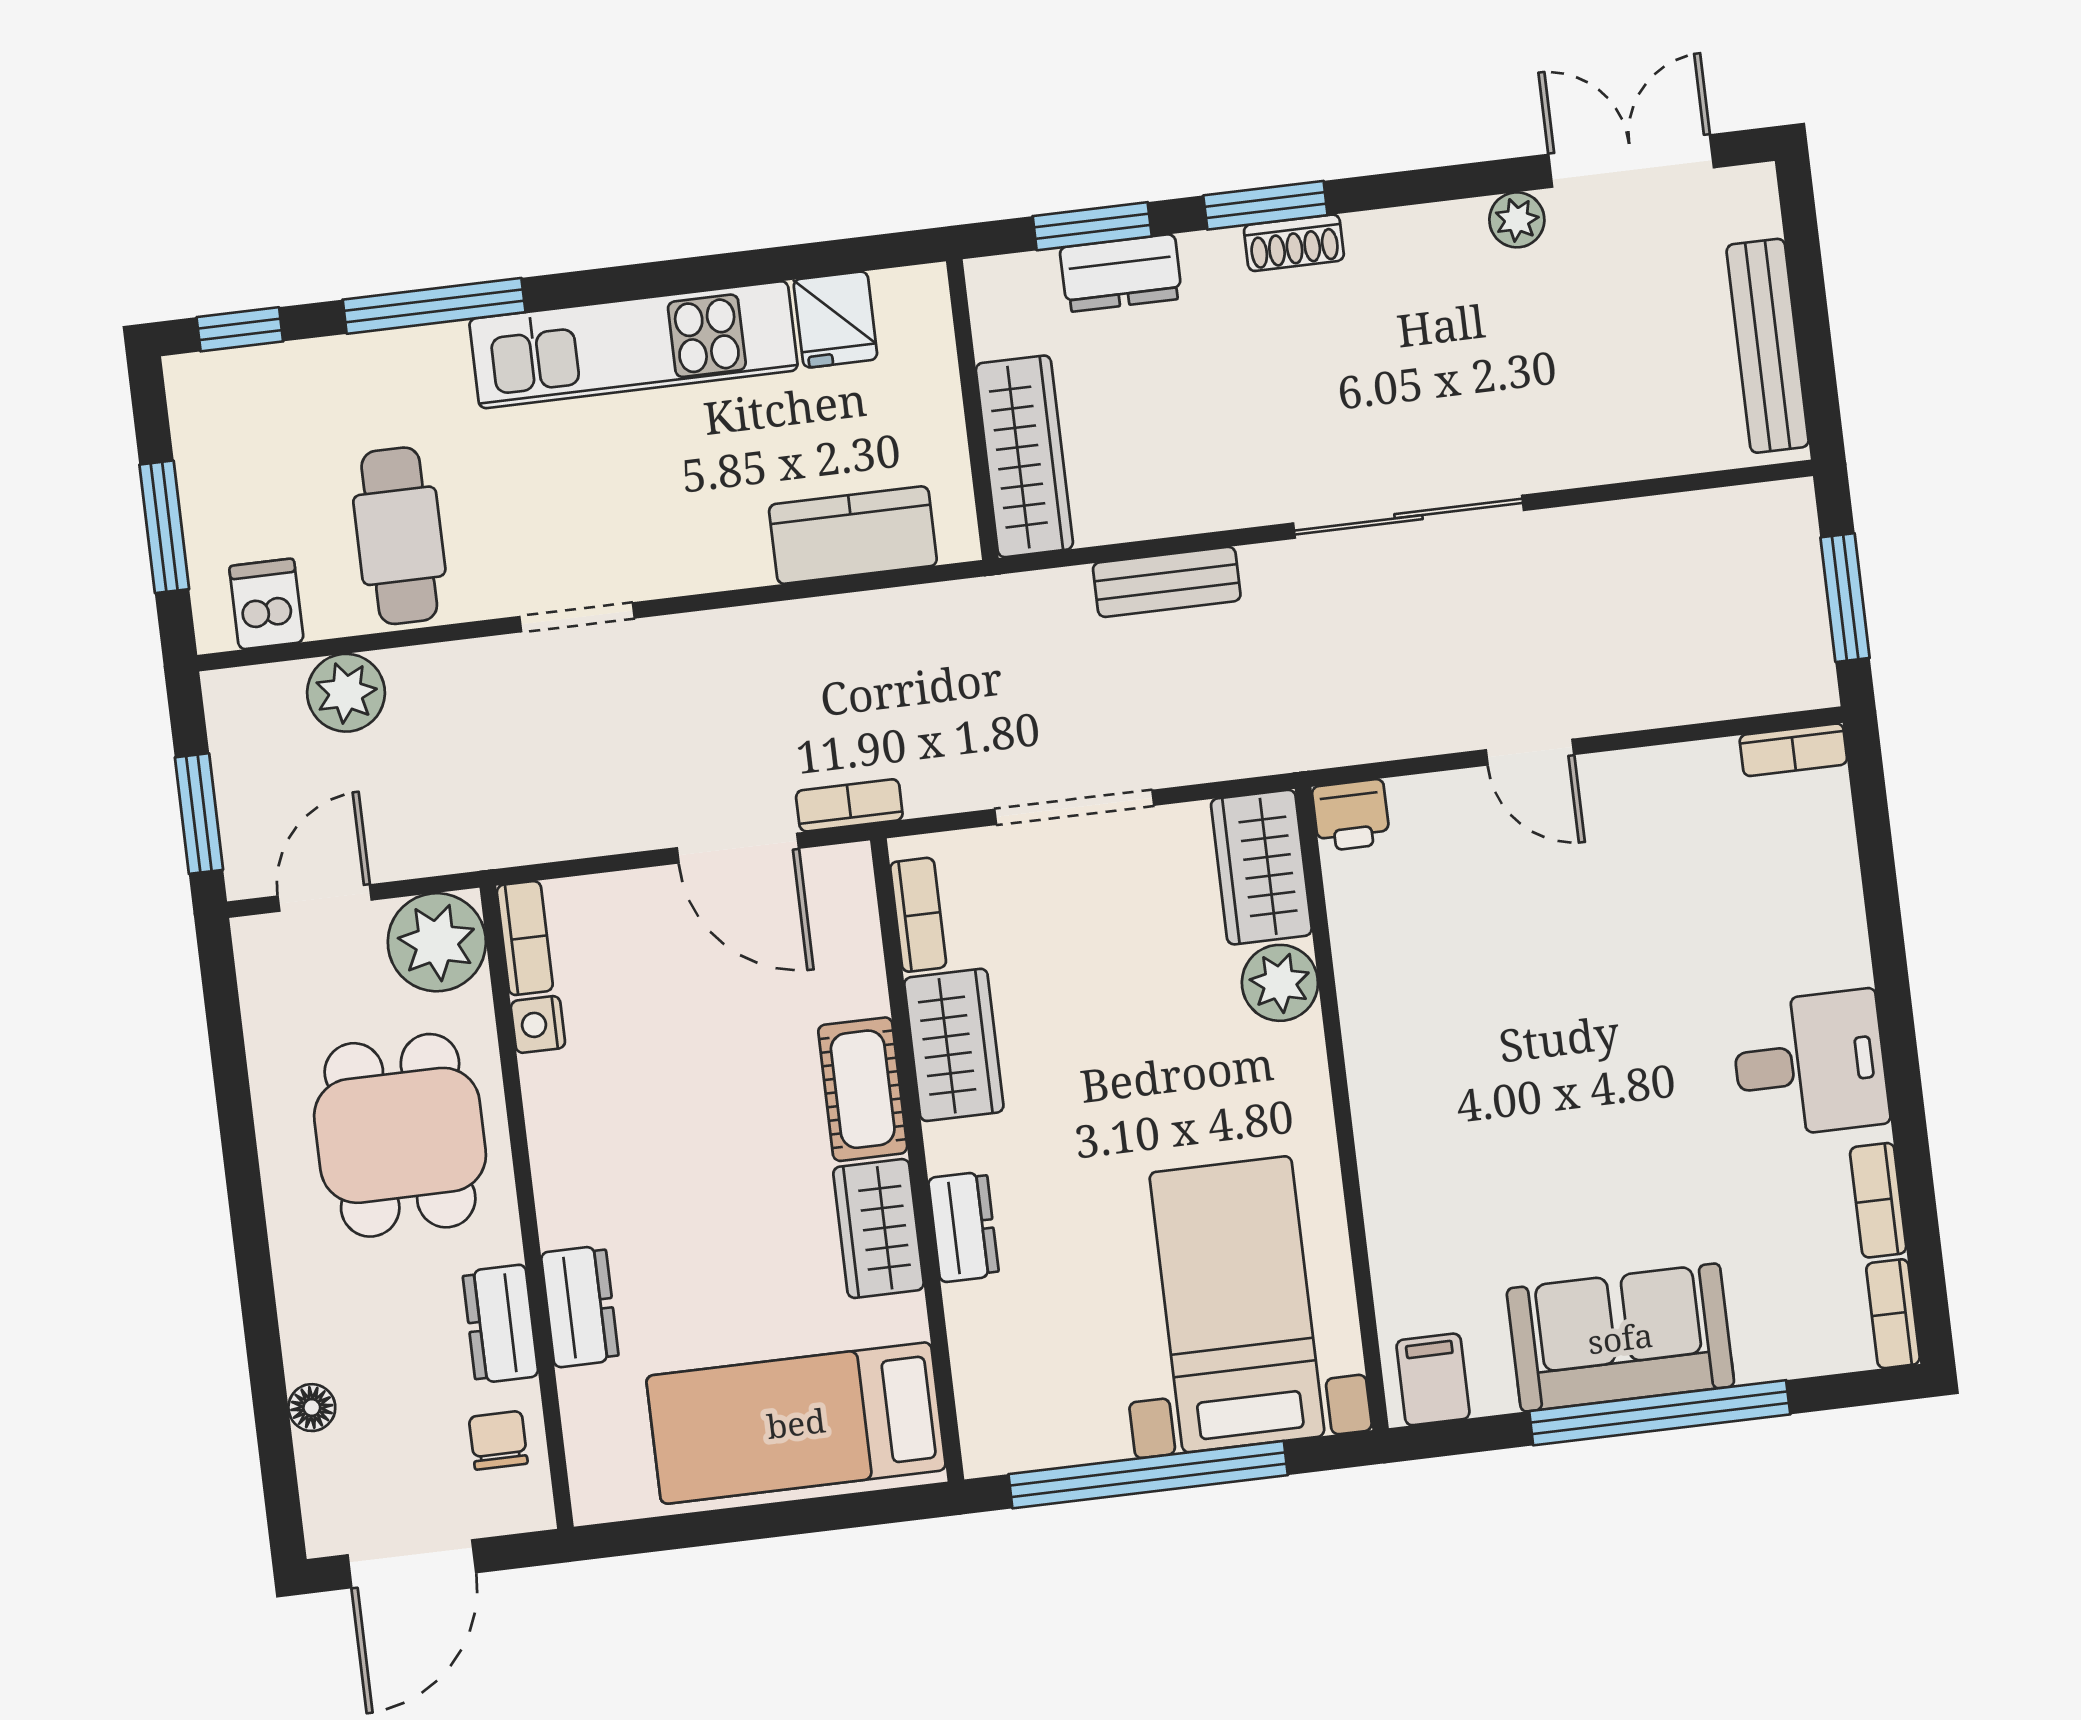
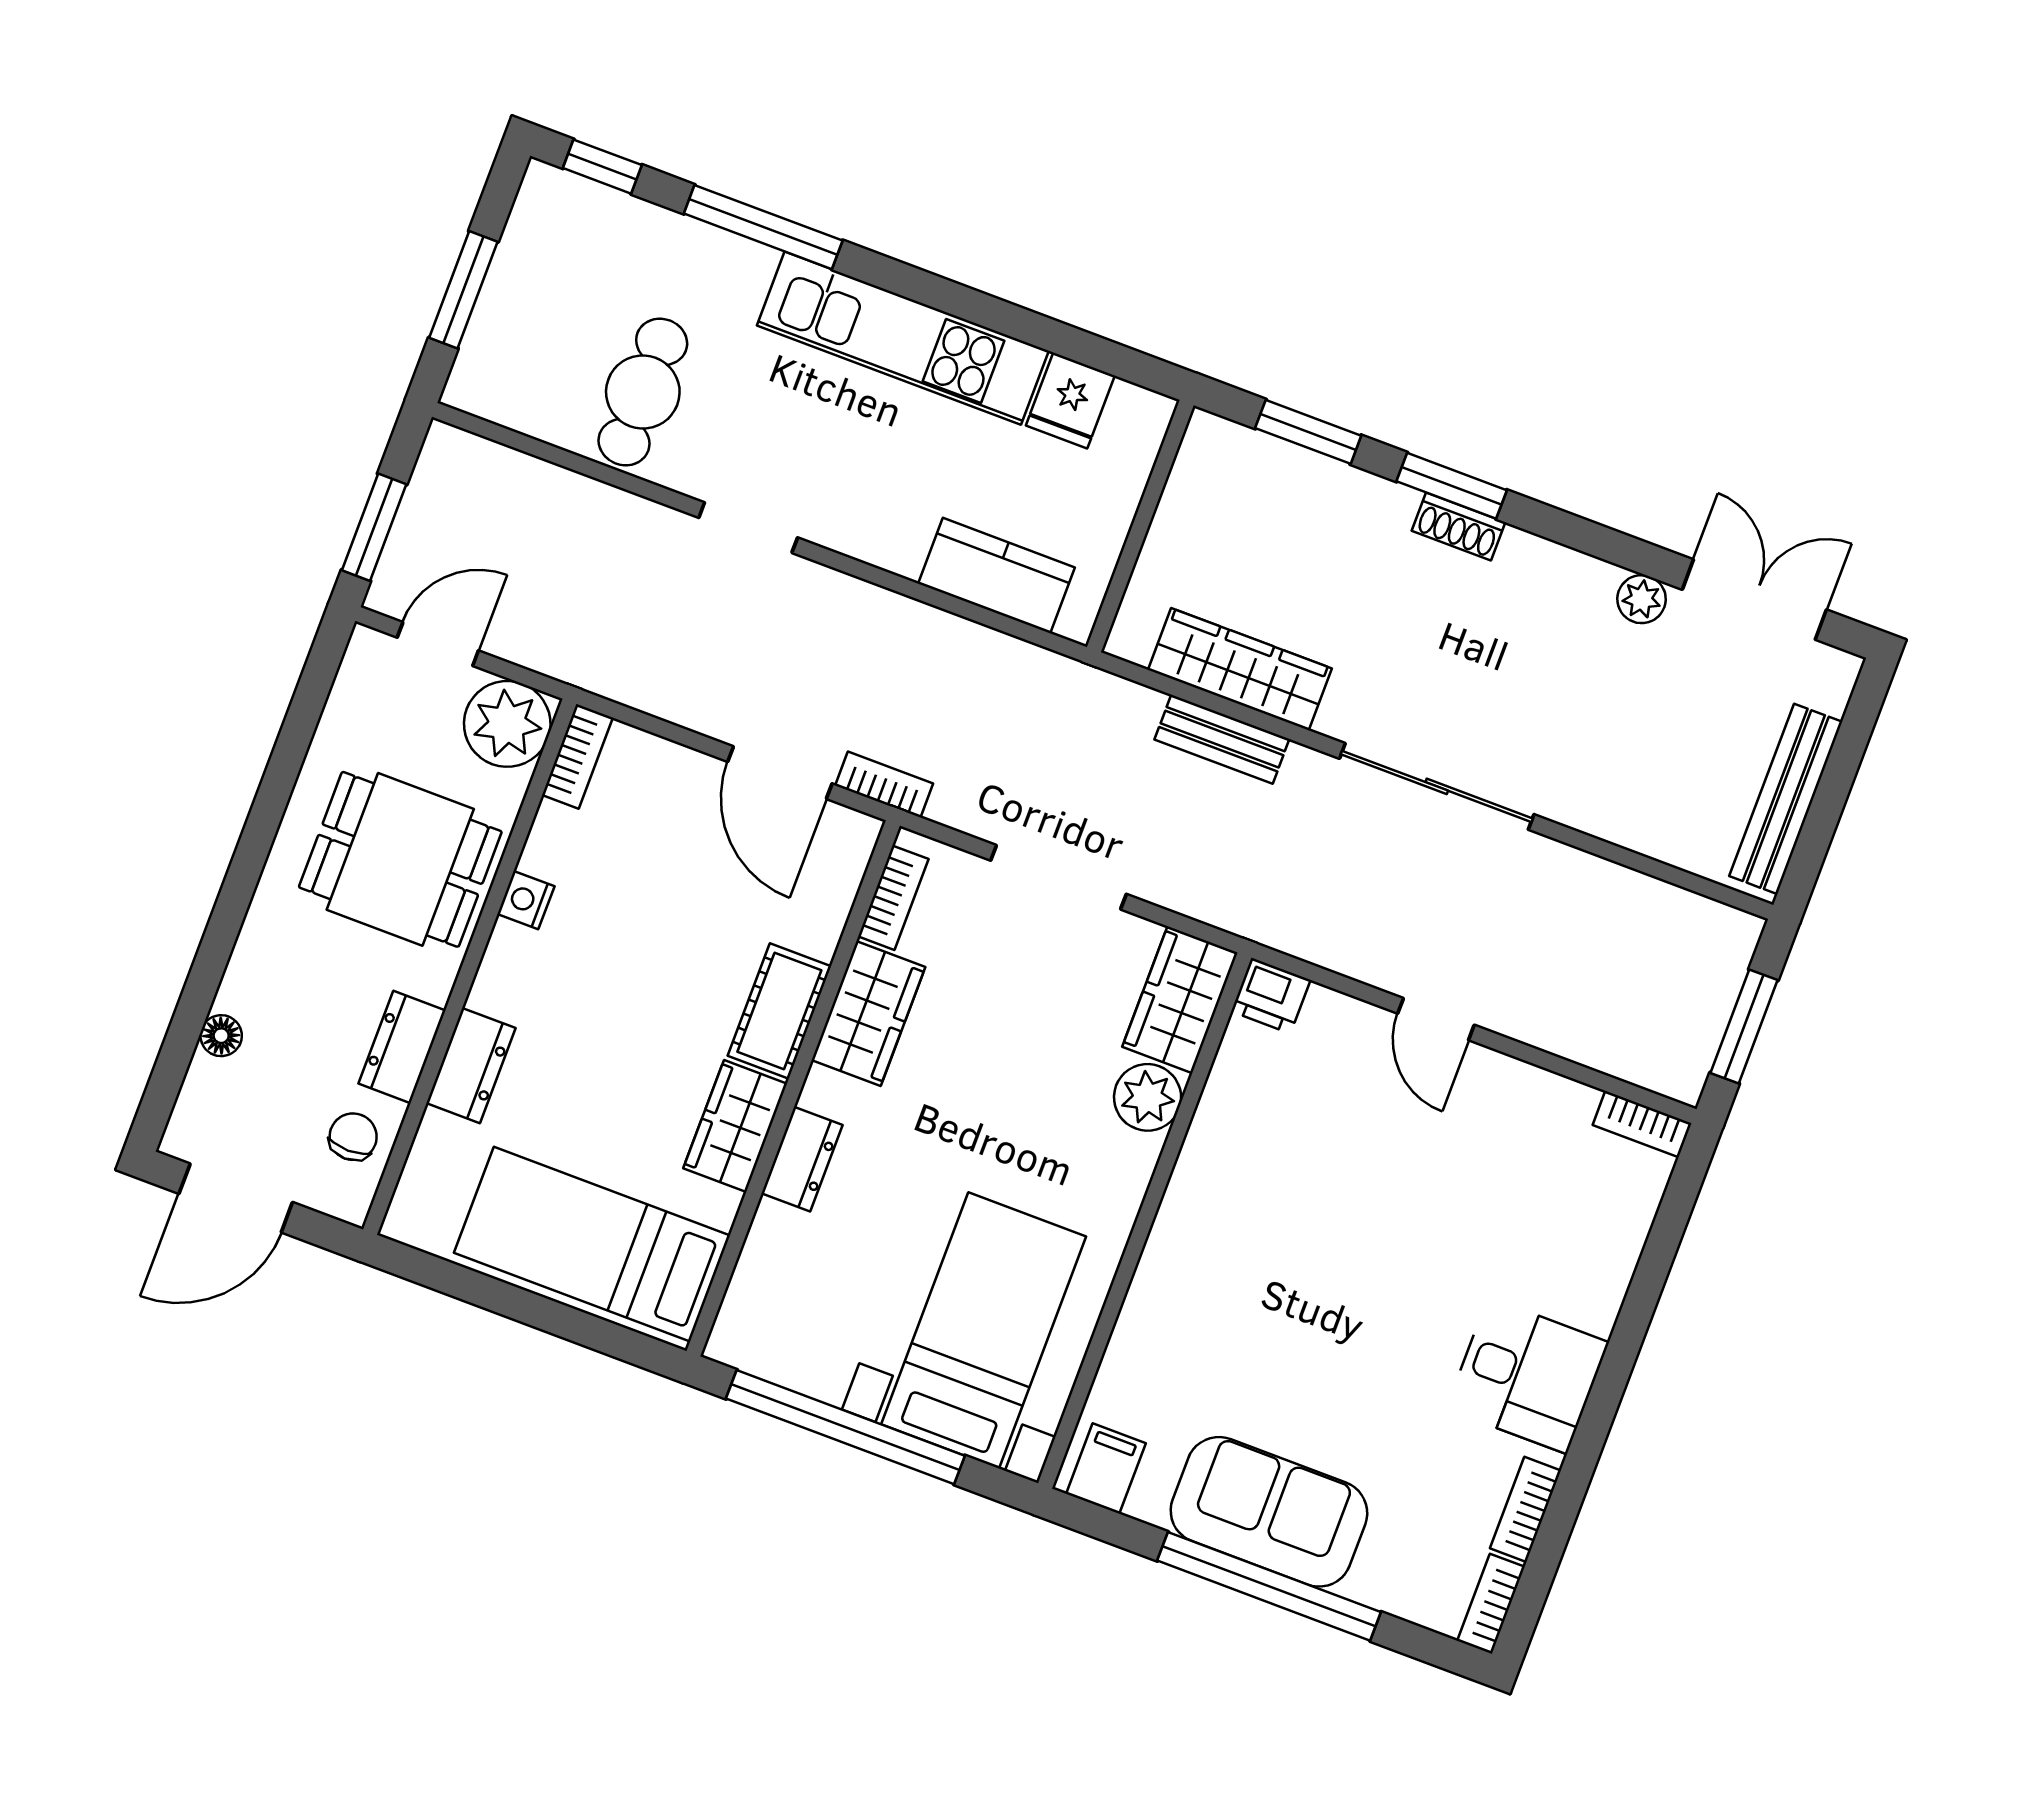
dresser: (1121, 273) -> (1311, 480), removed
wardrobe: (1024, 456) -> (1240, 669), moved, turned -90
dishwasher: (266, 604) -> (512, 391), removed
plant: (346, 693) -> (538, 493), removed
nightstand: (538, 1024) -> (526, 900), moved
dining table: (400, 1135) -> (400, 859), turned 90

